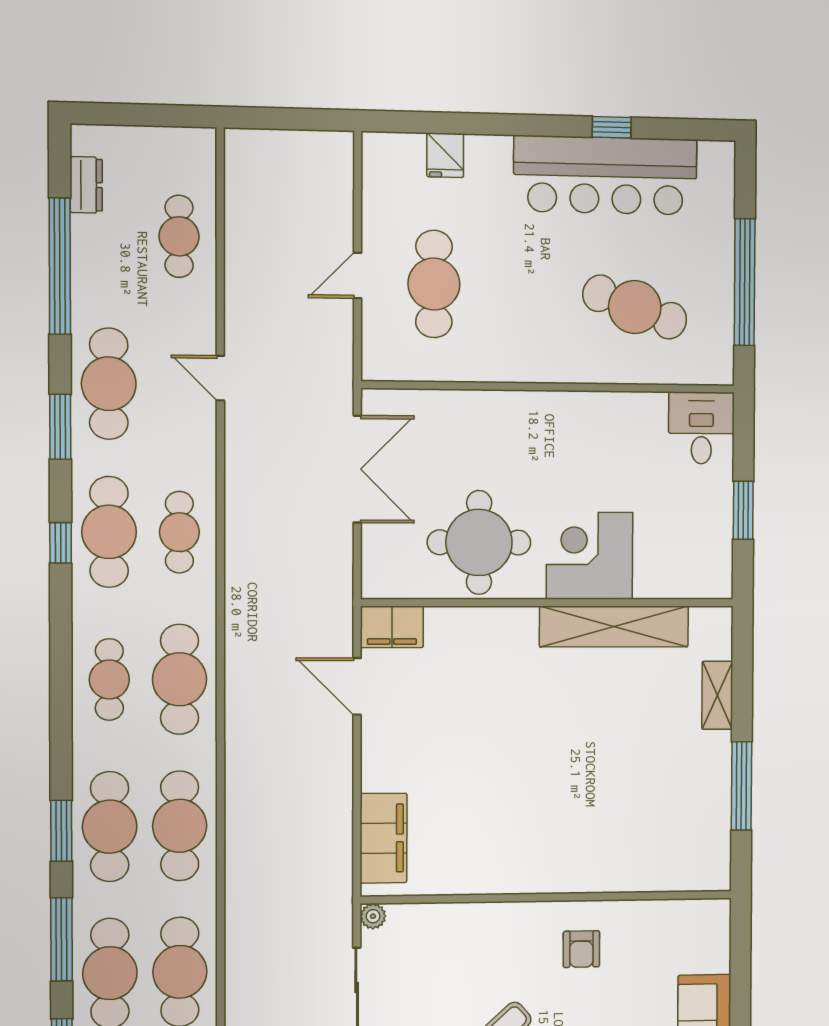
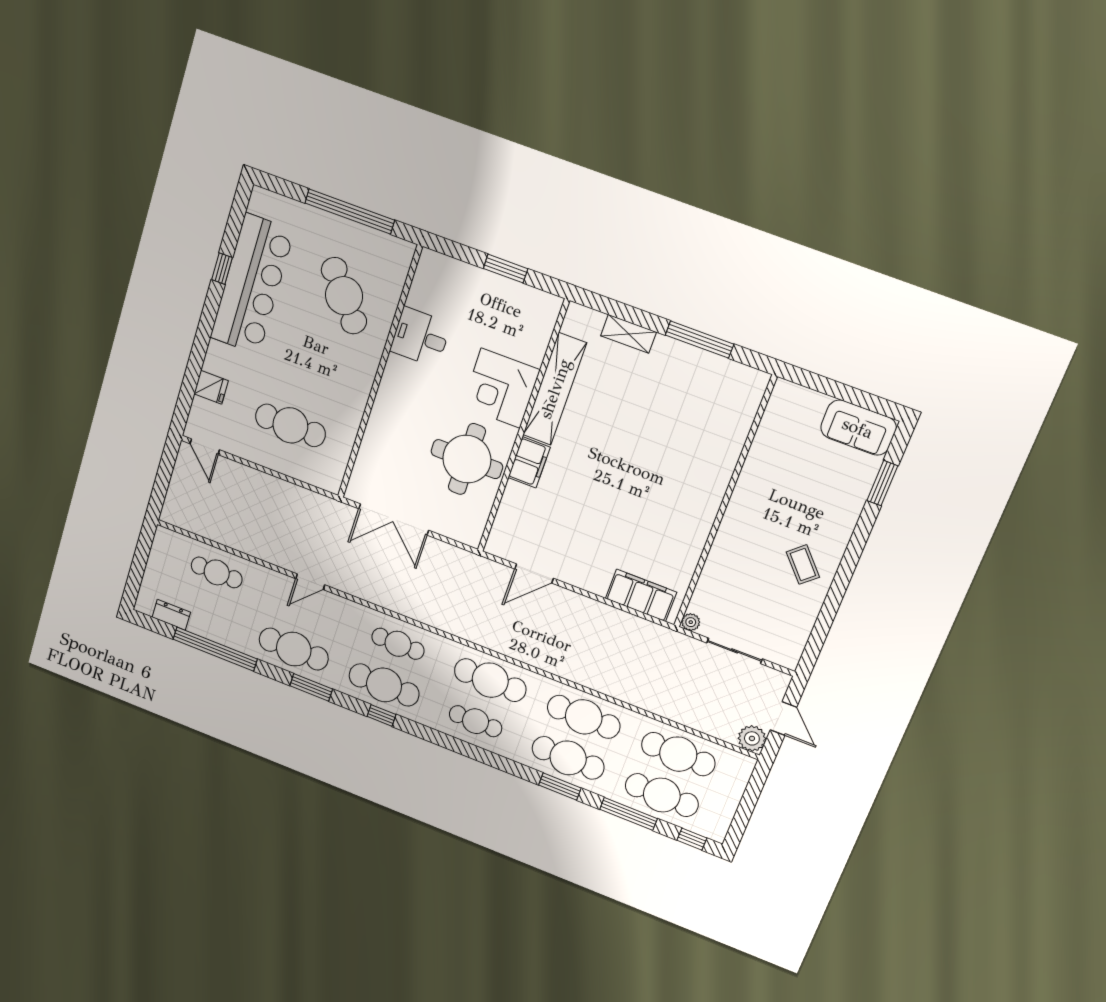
door: (358, 275) -> (205, 447), moved
cafe table: (635, 307) -> (344, 296), turned -59
desk: (701, 428) -> (420, 337), moved
double door: (357, 469) -> (394, 519), swing flipped
filing cabinet: (392, 627) -> (529, 462), moved
armchair: (581, 949) -> (770, 494), removed

